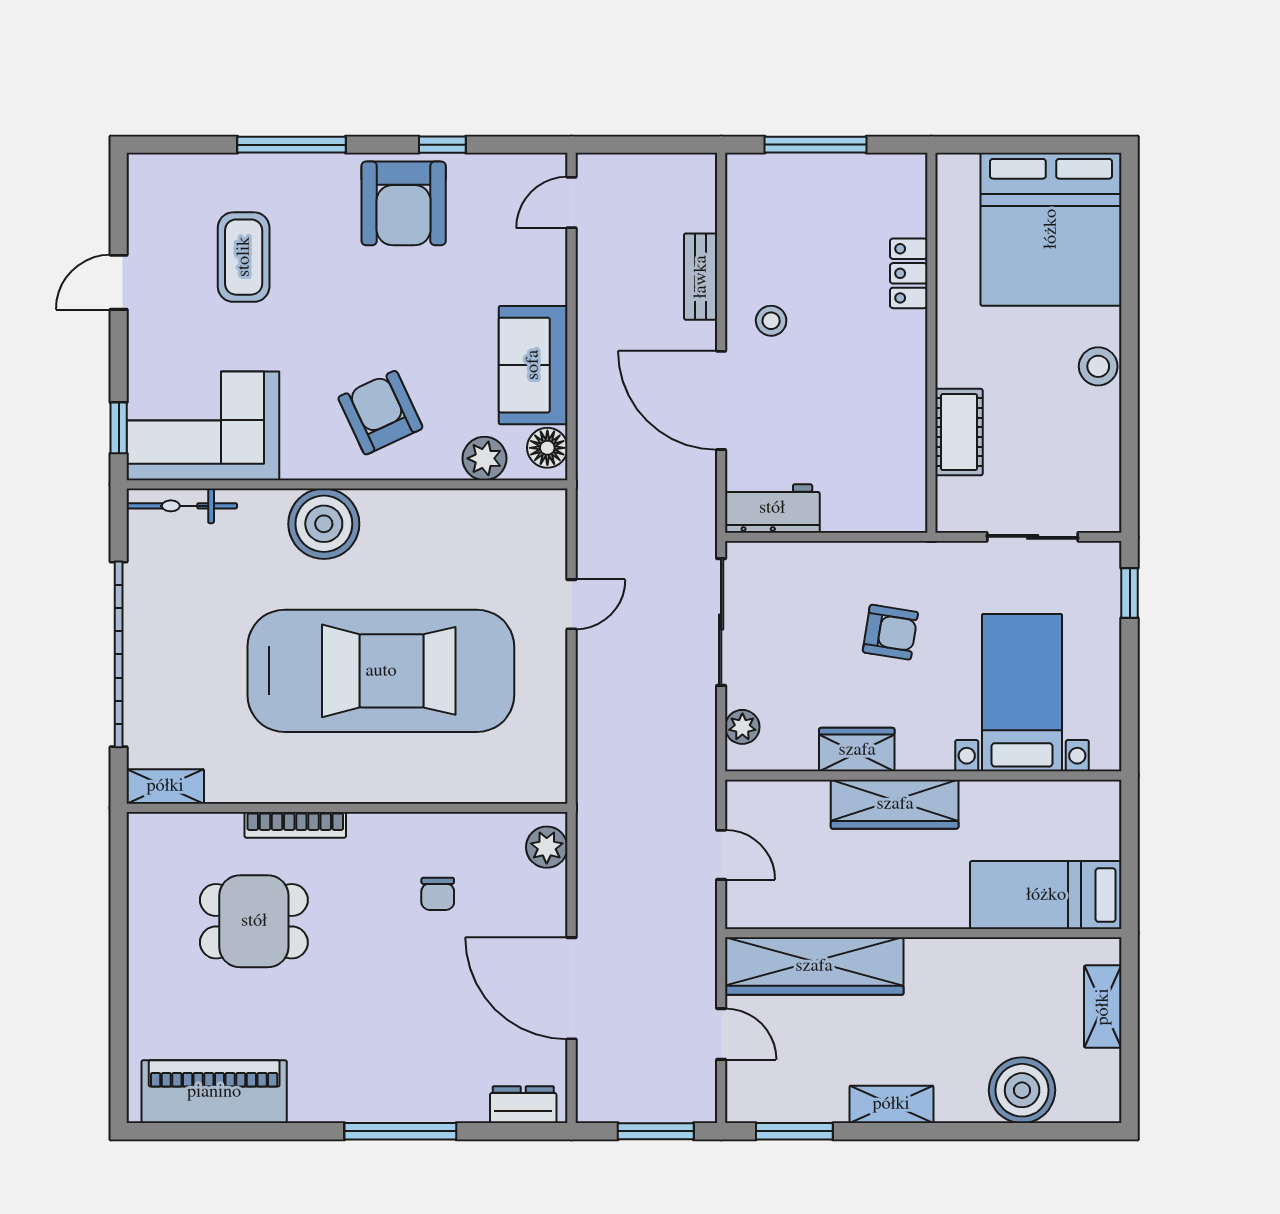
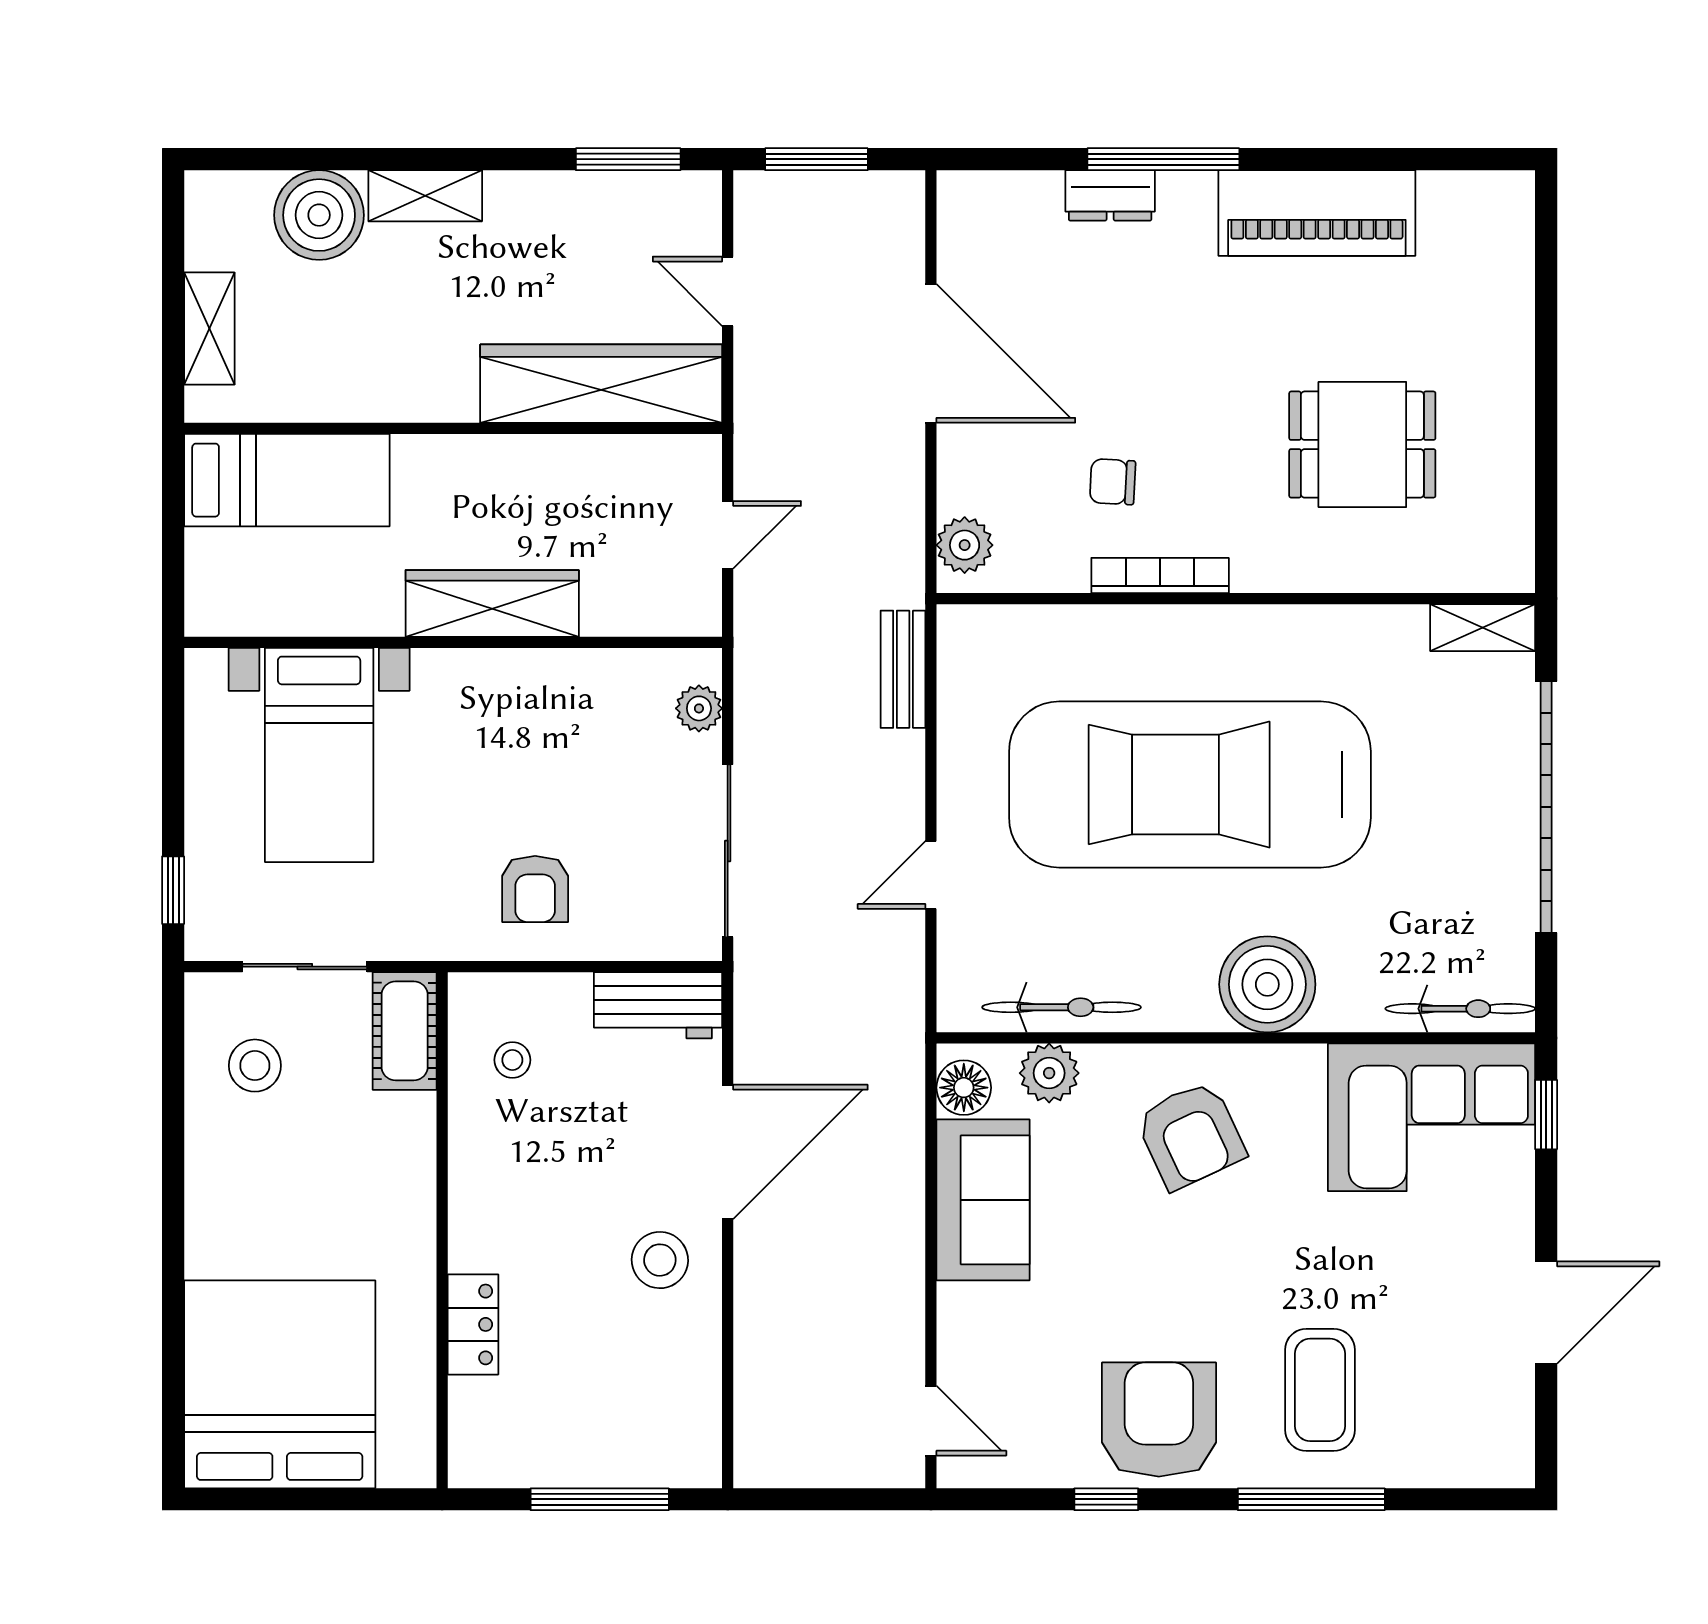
door: (571, 203) -> (931, 1421), hinge flipped
coffee table: (244, 257) -> (1320, 1390), moved
bench: (701, 277) -> (903, 669), moved
door: (119, 282) -> (1546, 1312), width x1.38
stool: (771, 321) -> (660, 1260), width x1.37, depth x1.37
stool: (1098, 366) -> (255, 1066), moved
door: (721, 400) -> (728, 1152), hinge flipped
cot: (959, 432) -> (405, 1031), moved
stool: (880, 468) -> (512, 1060), added
bicycle: (475, 507) -> (1062, 1007), added
armchair: (890, 632) -> (535, 889), moved, turned -99
wardrobe: (857, 750) -> (544, 678), removed
bookcase: (295, 825) -> (1160, 575), moved
door: (721, 855) -> (728, 535), swing flipped
chair: (438, 894) -> (1113, 482), turned -87
piano: (214, 1092) -> (1317, 213), moved
shelving: (891, 1104) -> (425, 196), moved
dresser: (523, 1105) -> (1110, 195), moved

